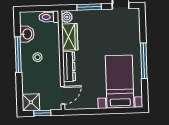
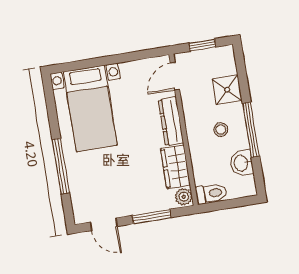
window: (144, 61) -> (61, 166), moved
shower: (31, 102) -> (227, 90), moved

